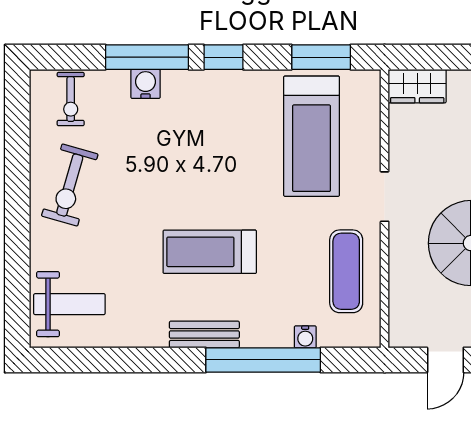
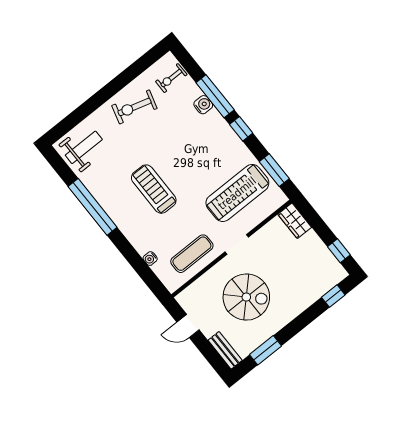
weight bench: (69, 304) -> (84, 147), turned -90
bench: (204, 334) -> (117, 215), removed
window: (263, 360) -> (93, 207), moved

